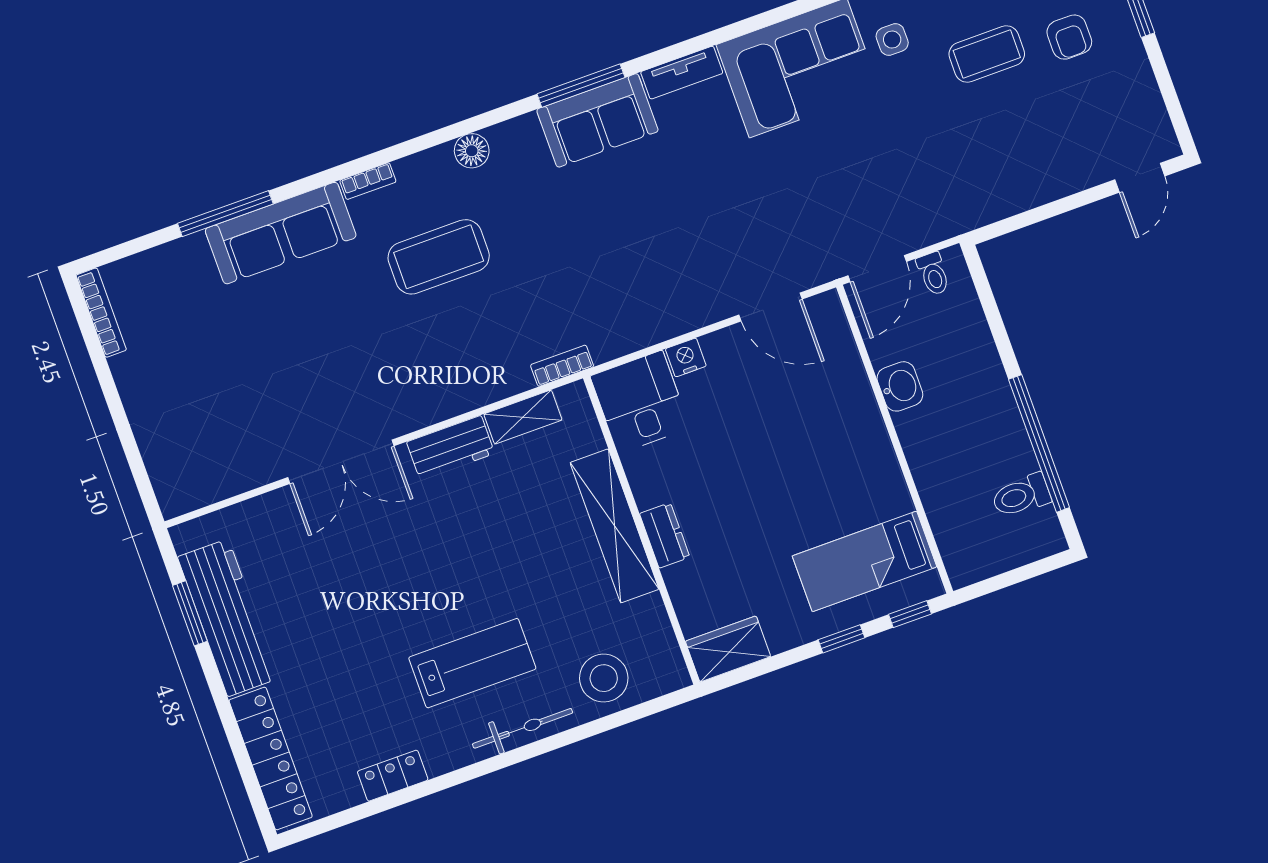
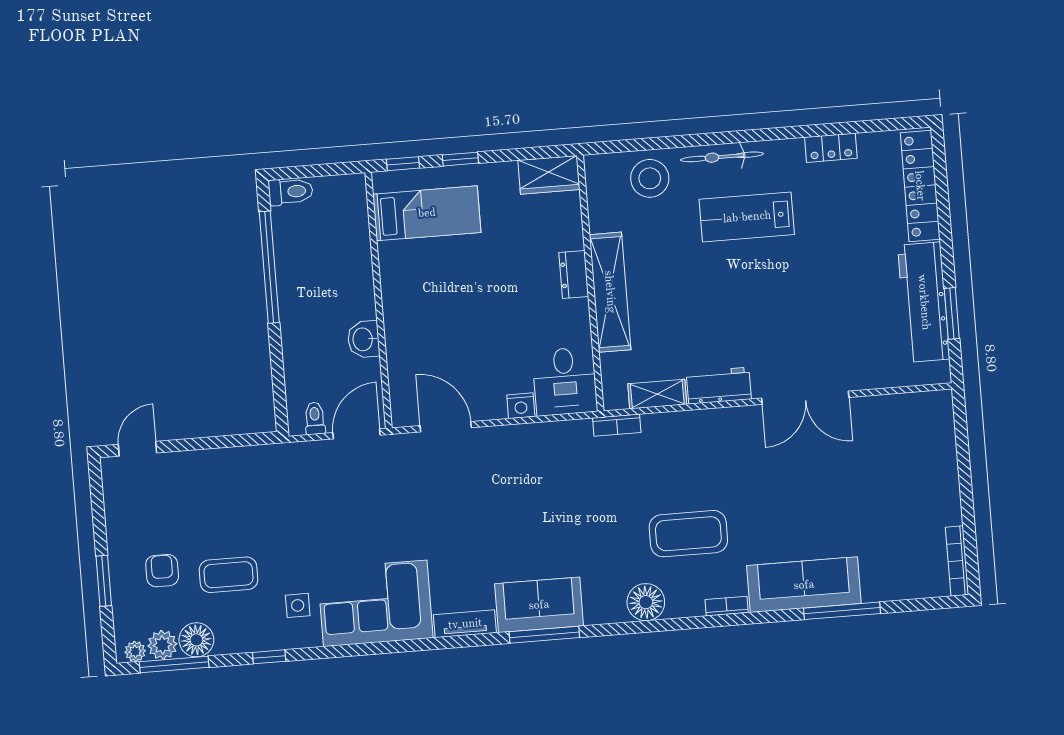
floor lamp: (472, 151) -> (646, 602), width x1.38, depth x1.38
double door: (341, 462) -> (805, 398), swing flipped
toilet: (1021, 496) -> (291, 192), moved

